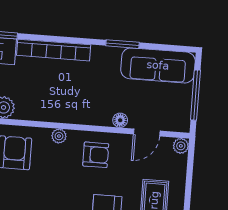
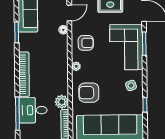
door: (147, 132) -> (69, 13), hinge flipped
armchair: (96, 155) -> (86, 43), turned 90

